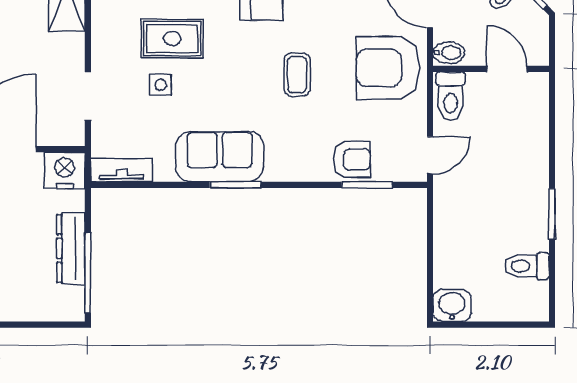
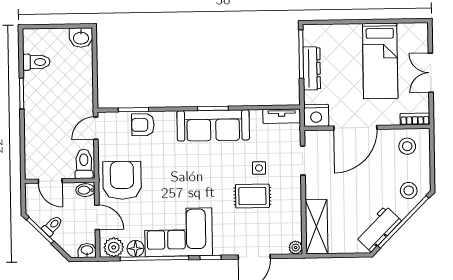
armchair: (388, 68) -> (122, 180), turned -90
coffee table: (297, 75) -> (177, 175), removed
sofa: (220, 157) -> (213, 125), width x1.36

